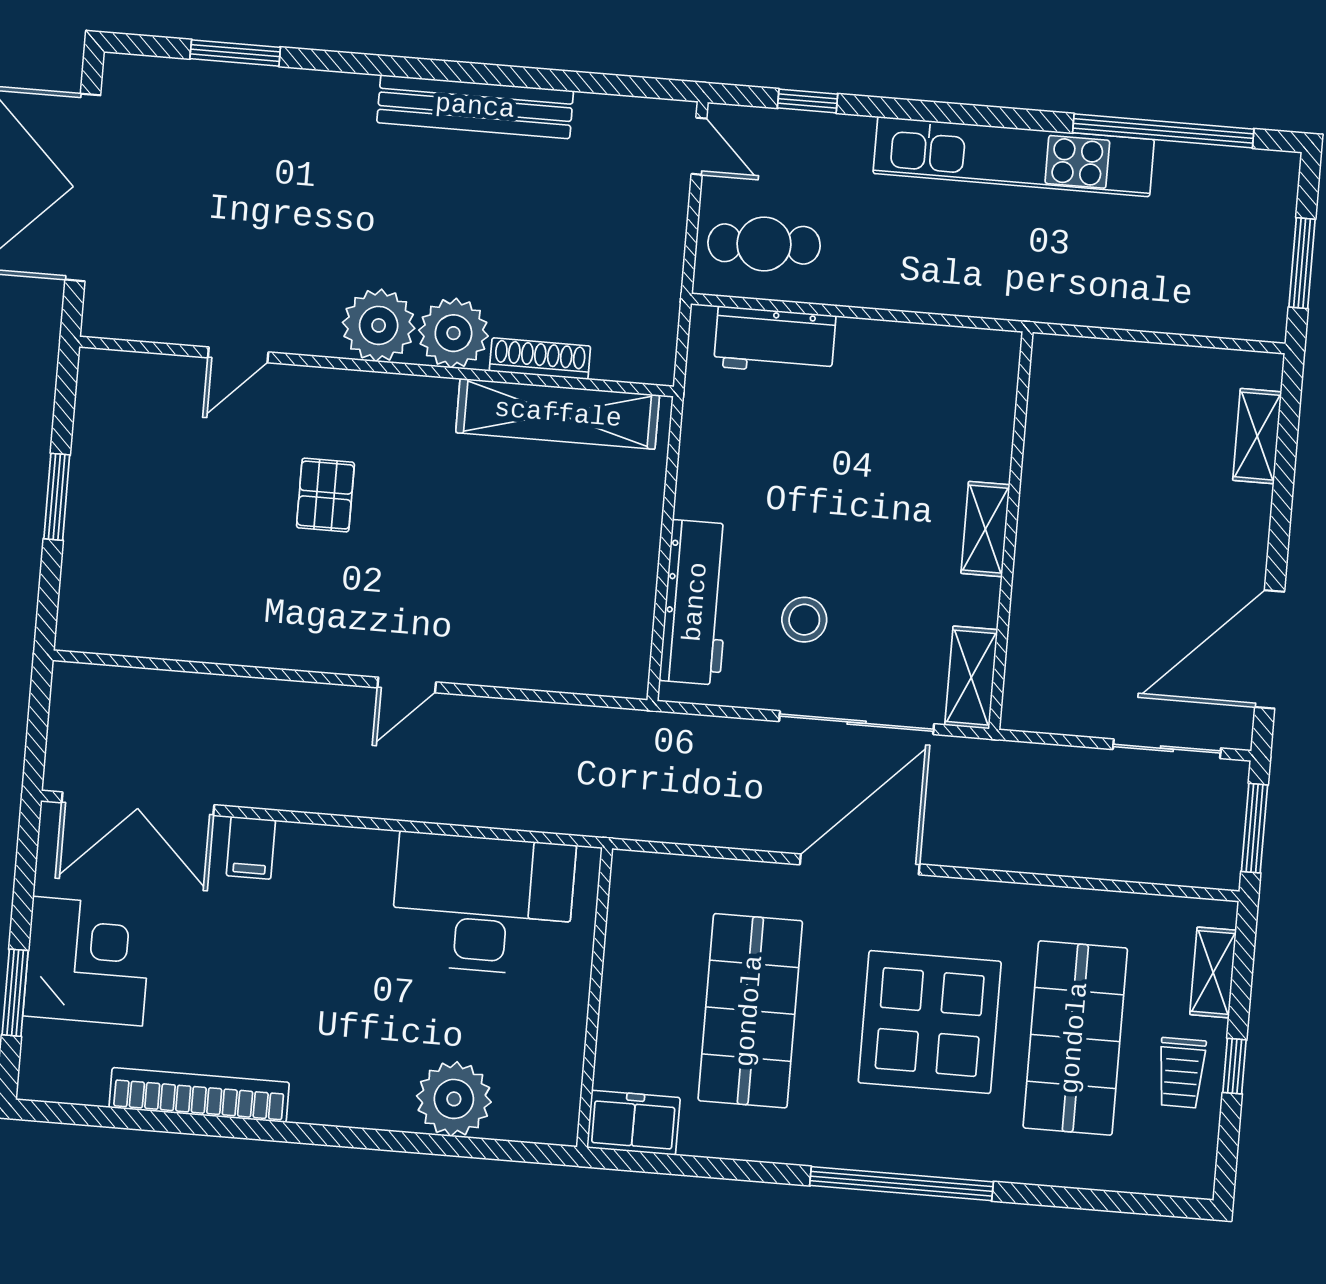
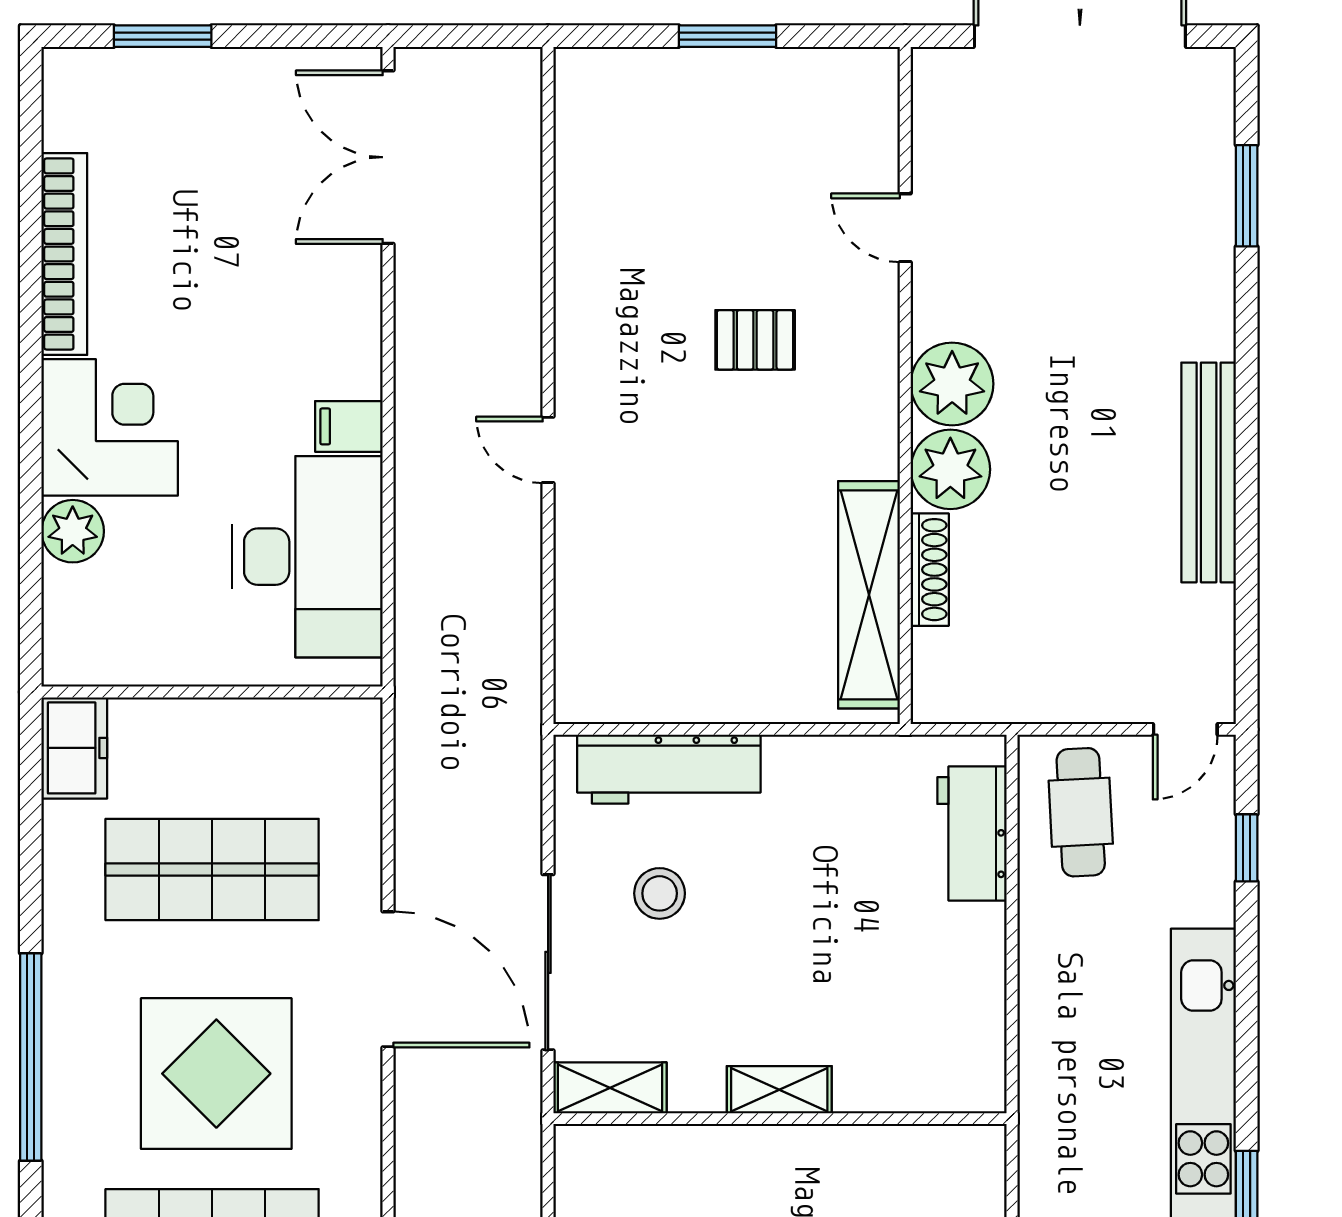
filing cabinet: (251, 848) -> (349, 426), moved
corner desk: (87, 961) -> (110, 427), moved, turned -90
plant: (454, 1099) -> (73, 531), width x0.73, depth x0.73

